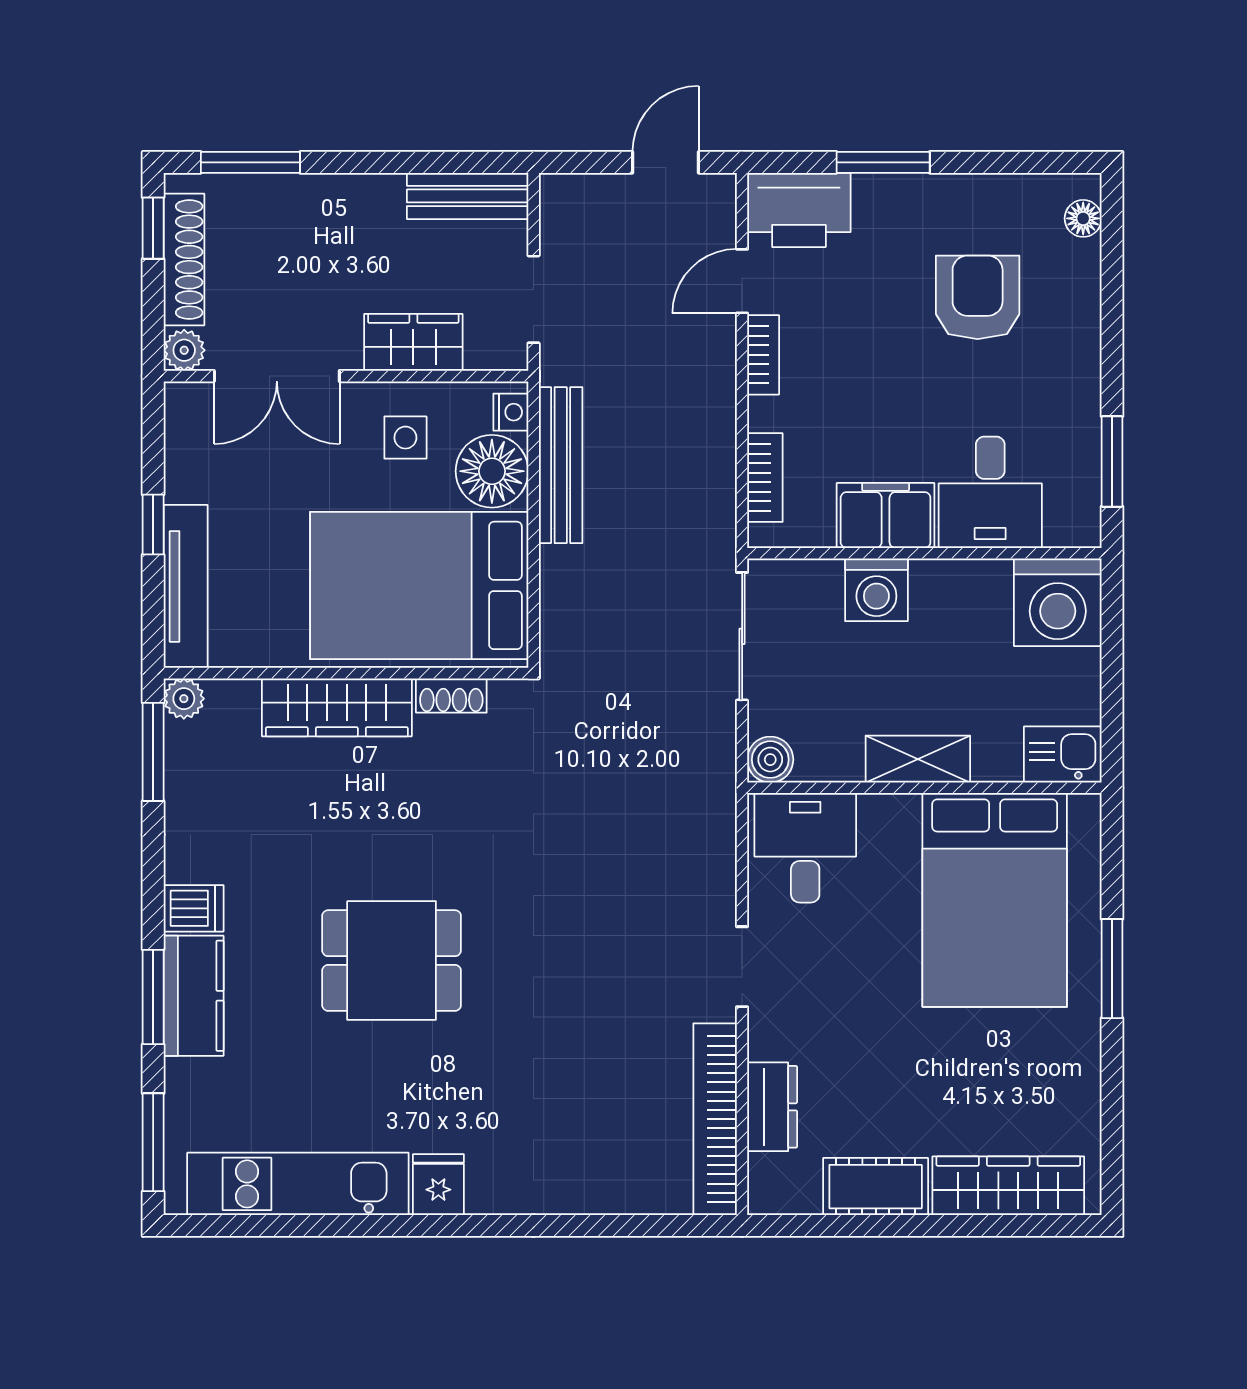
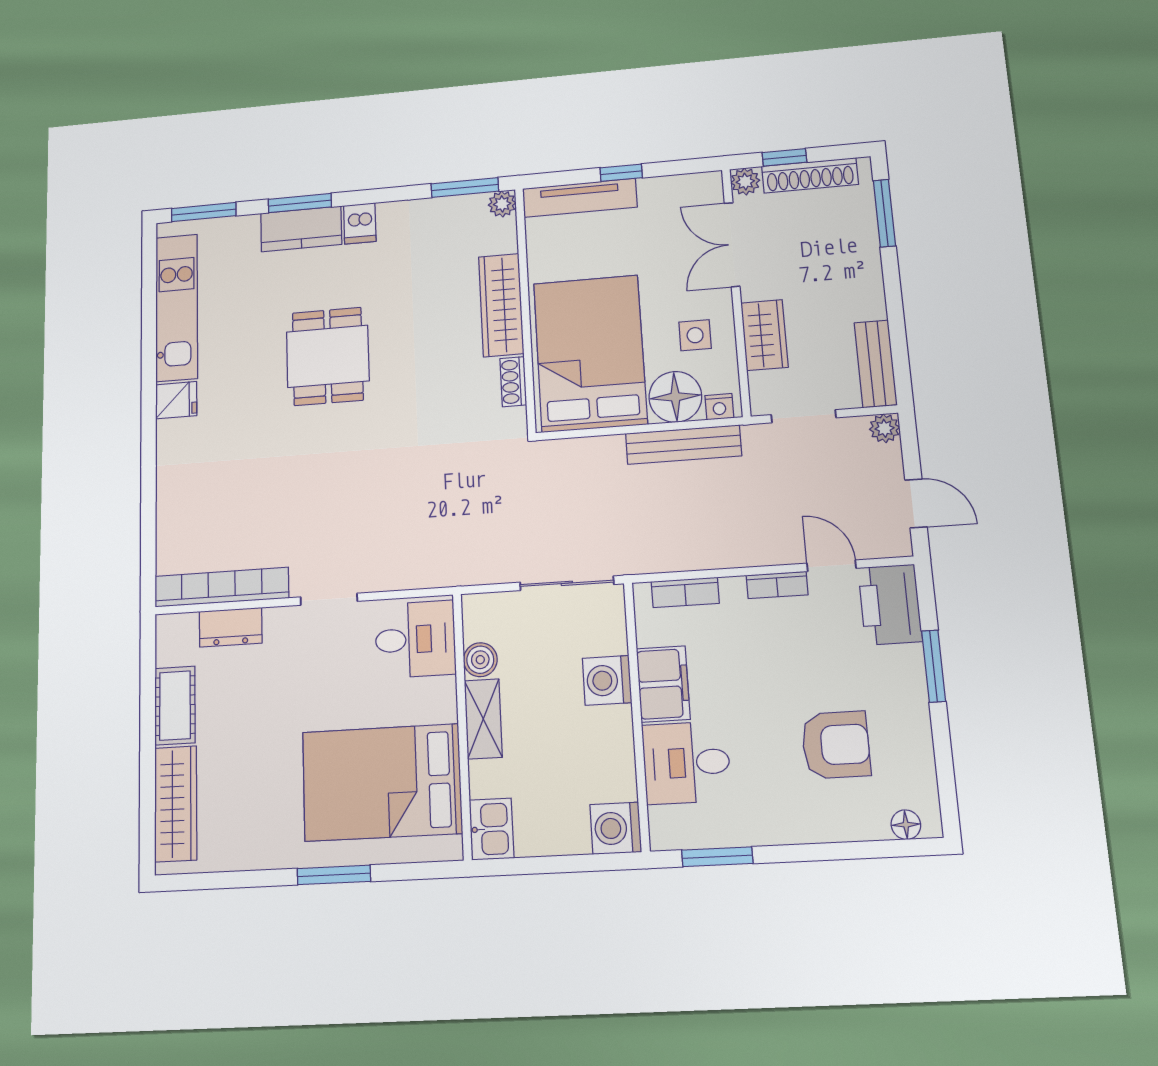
plant: (559, 193) -> (885, 428), added
window: (153, 228) -> (784, 157), moved
washing machine: (1058, 602) -> (616, 828), width x0.73, depth x0.73
boiler: (770, 760) -> (480, 660), moved

